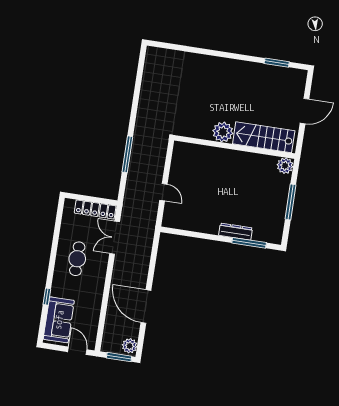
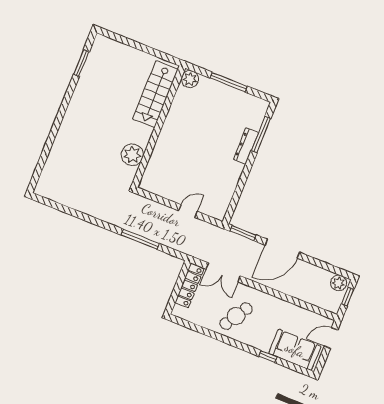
door: (304, 111) -> (138, 46), removed
plant: (223, 132) -> (132, 155), moved
window: (155, 247) -> (243, 233), added
cafe table: (77, 259) -> (236, 316), turned -58
door: (146, 307) -> (282, 249), moved
window: (119, 357) -> (348, 297), width x0.67

